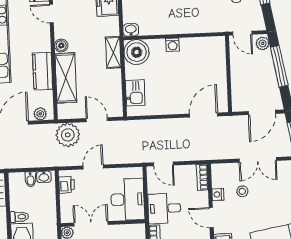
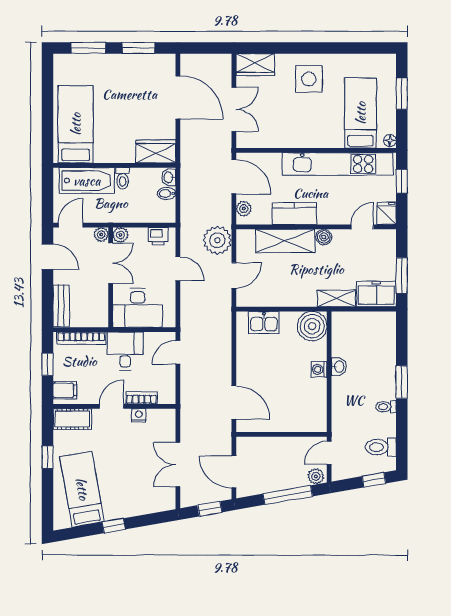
washbasin: (131, 30) -> (339, 367), moved
shelving: (113, 52) -> (336, 298), moved
washbasin: (44, 177) -> (169, 177), moved
bookcase: (202, 177) -> (141, 398), moved
stool: (242, 191) -> (141, 445), removed
plant: (67, 216) -> (120, 235), added

